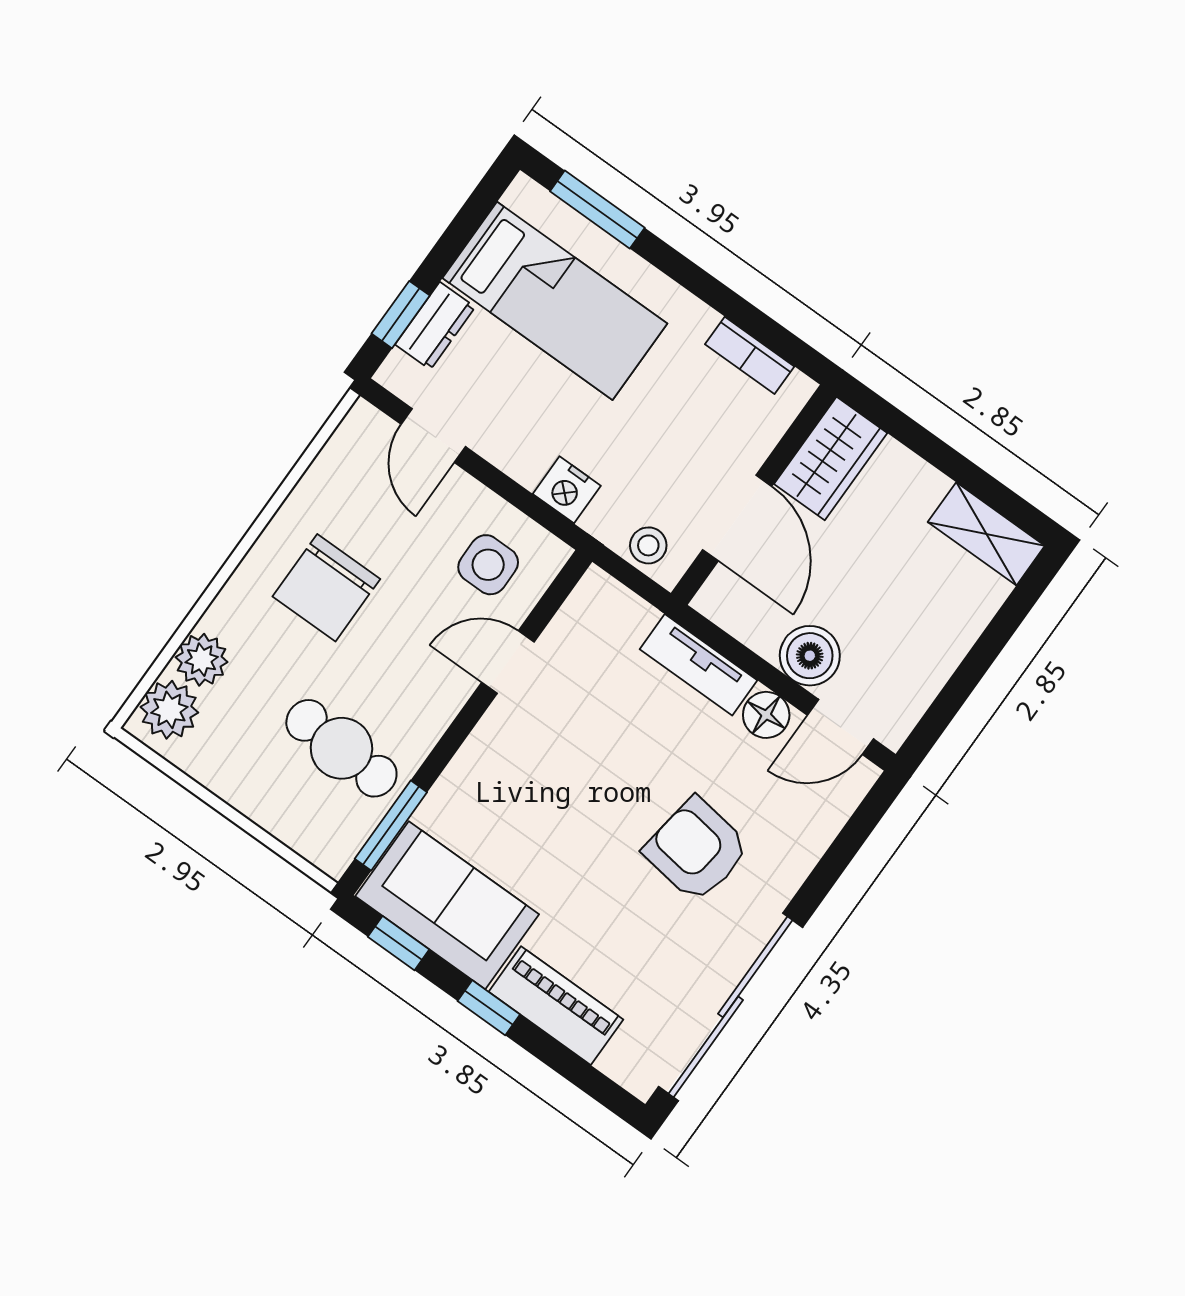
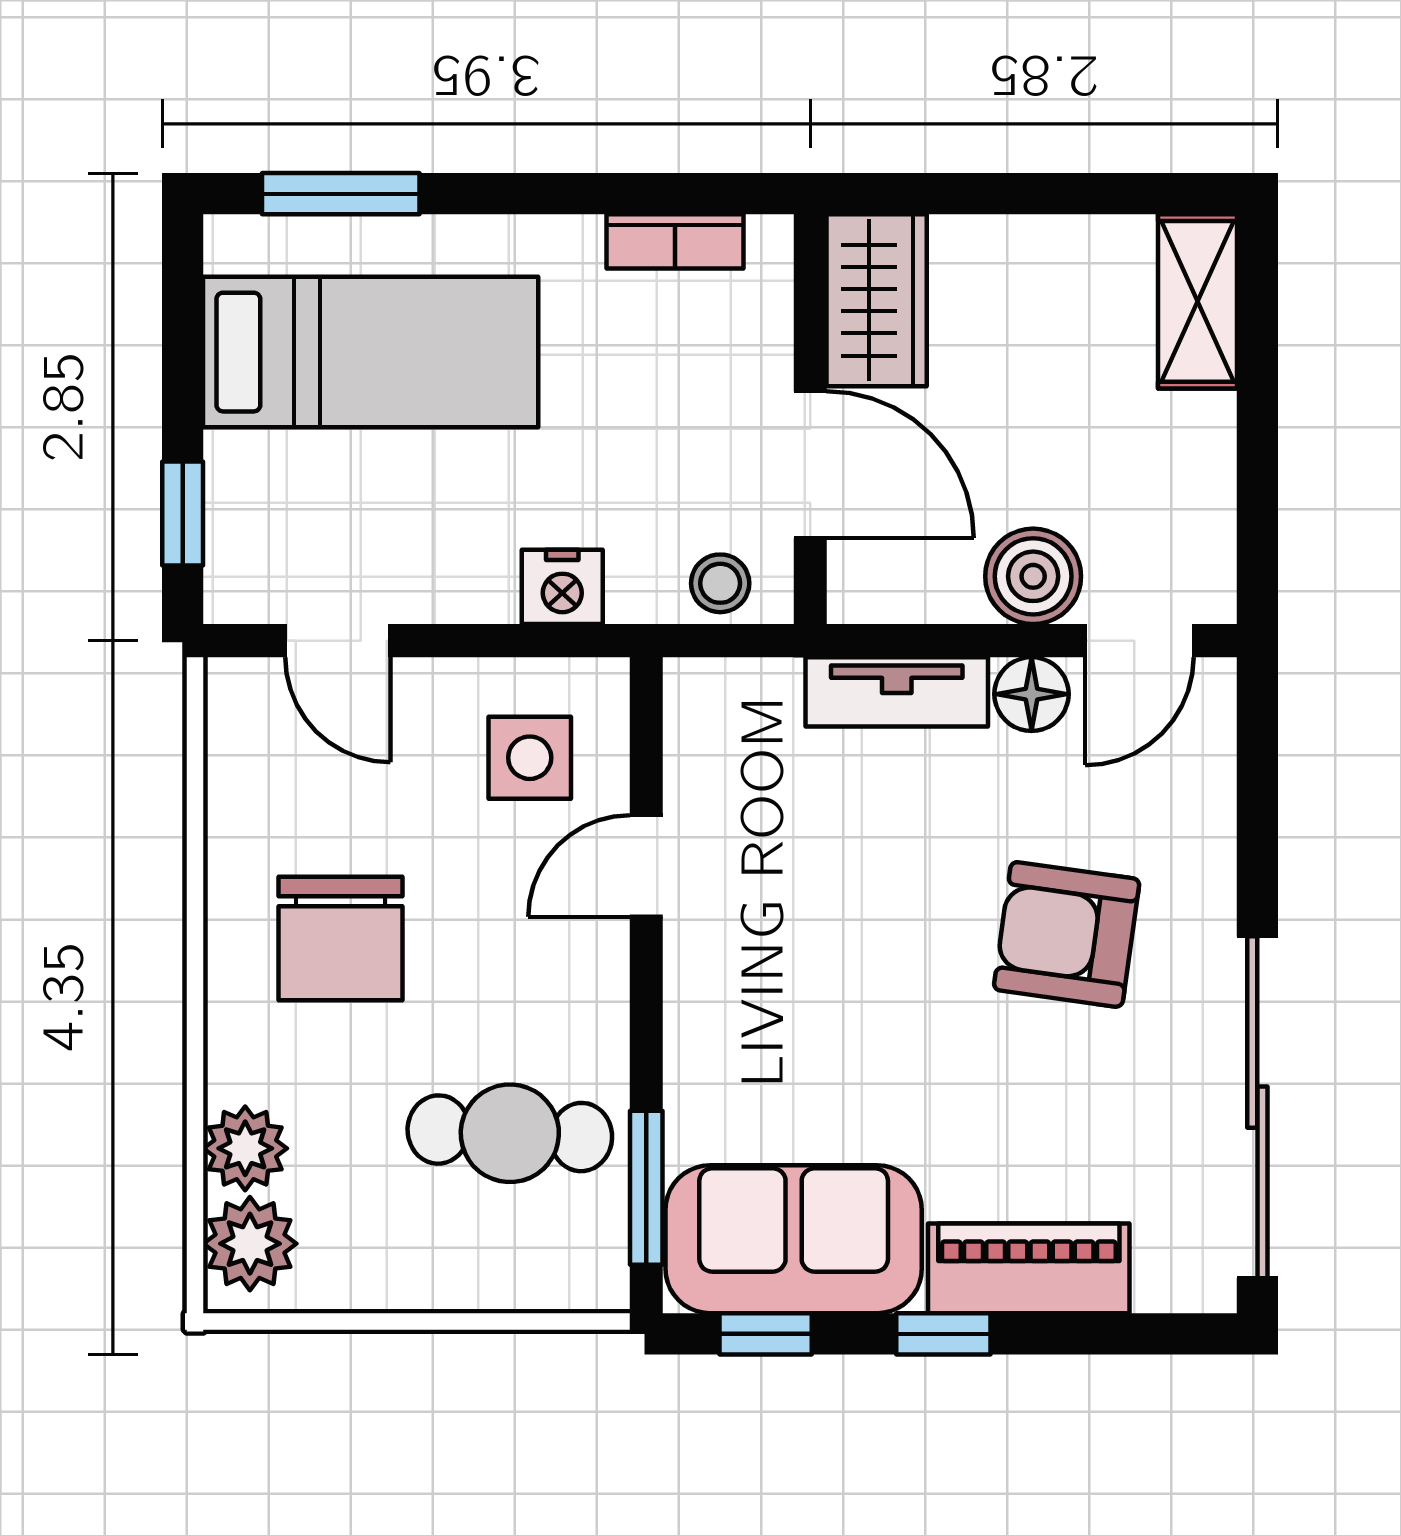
dresser: (435, 326) -> (238, 496), removed
shelving: (986, 534) -> (1198, 301), moved, turned 90

